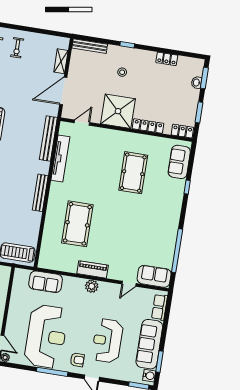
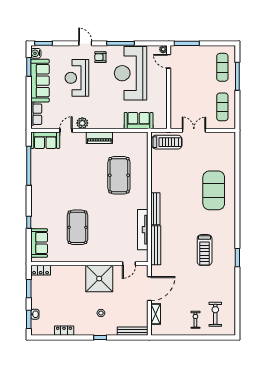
locker: (148, 126) -> (71, 270), removed
bench: (40, 193) -> (155, 209), moved
plant: (92, 286) -> (82, 123), moved
reception desk: (107, 341) -> (77, 78), turned 180

